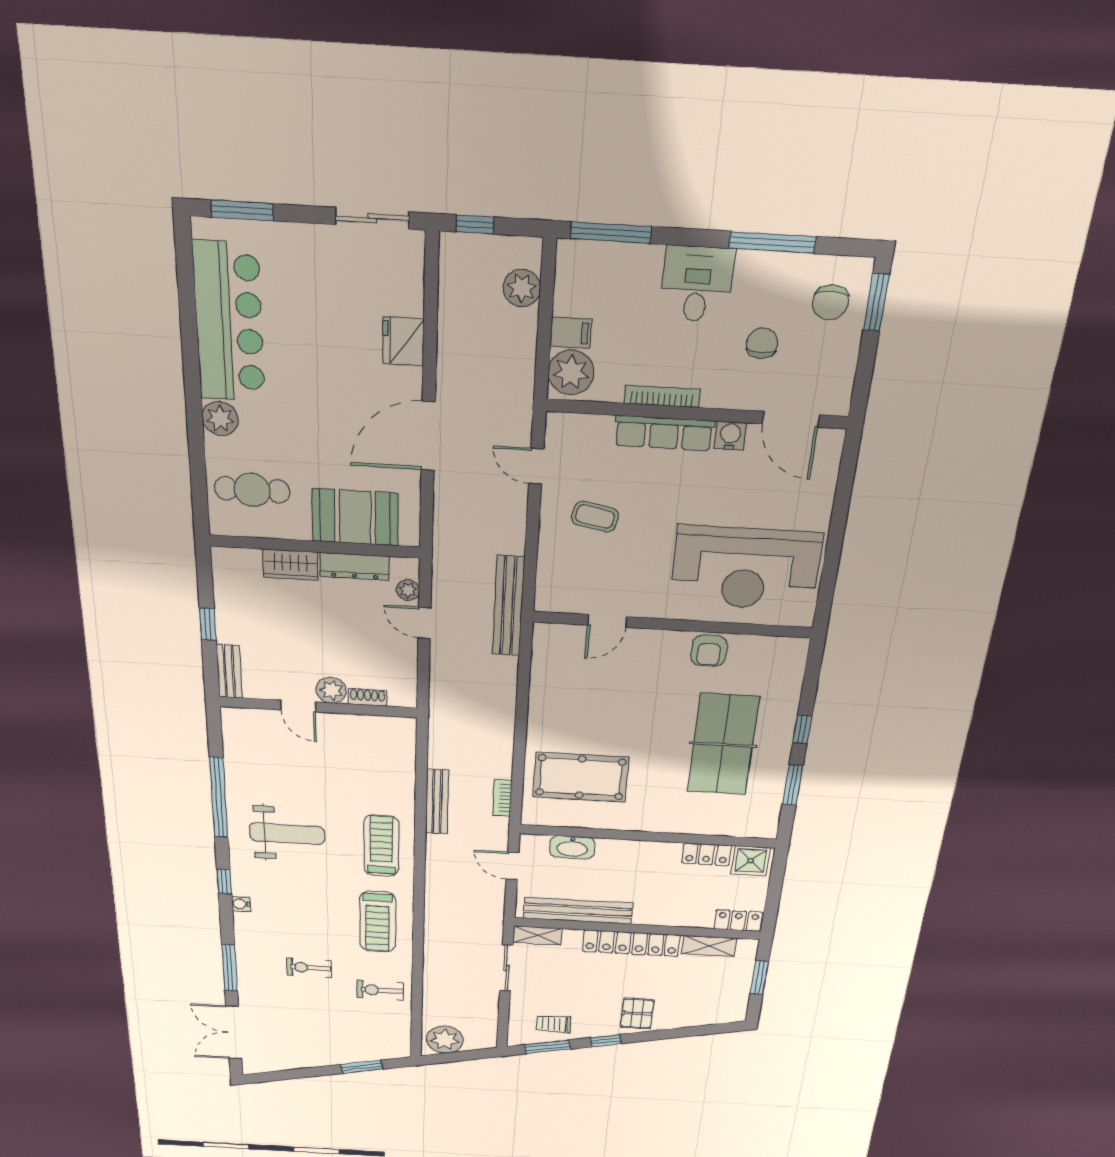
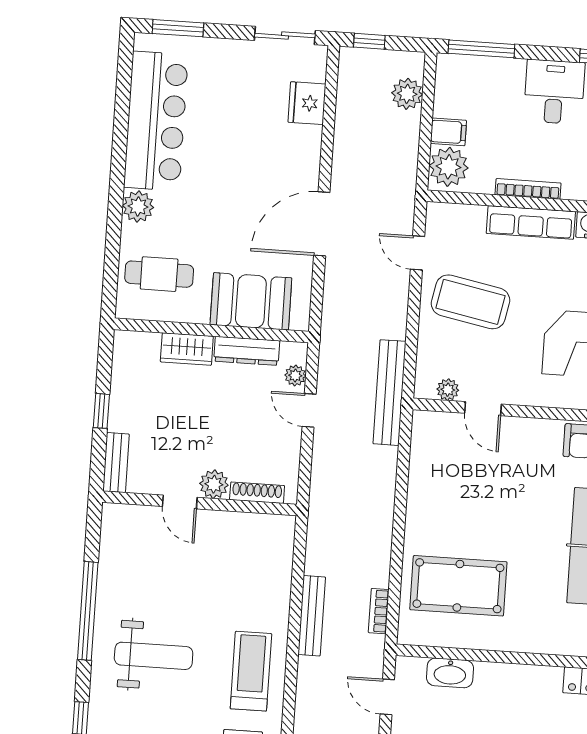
fridge: (403, 341) -> (307, 103), moved
coffee table: (595, 517) -> (471, 302), width x1.86, depth x1.72
plant: (570, 603) -> (448, 390), added
door: (607, 621) -> (483, 409), hinge flipped
shoe rack: (368, 697) -> (257, 493), width x1.43

